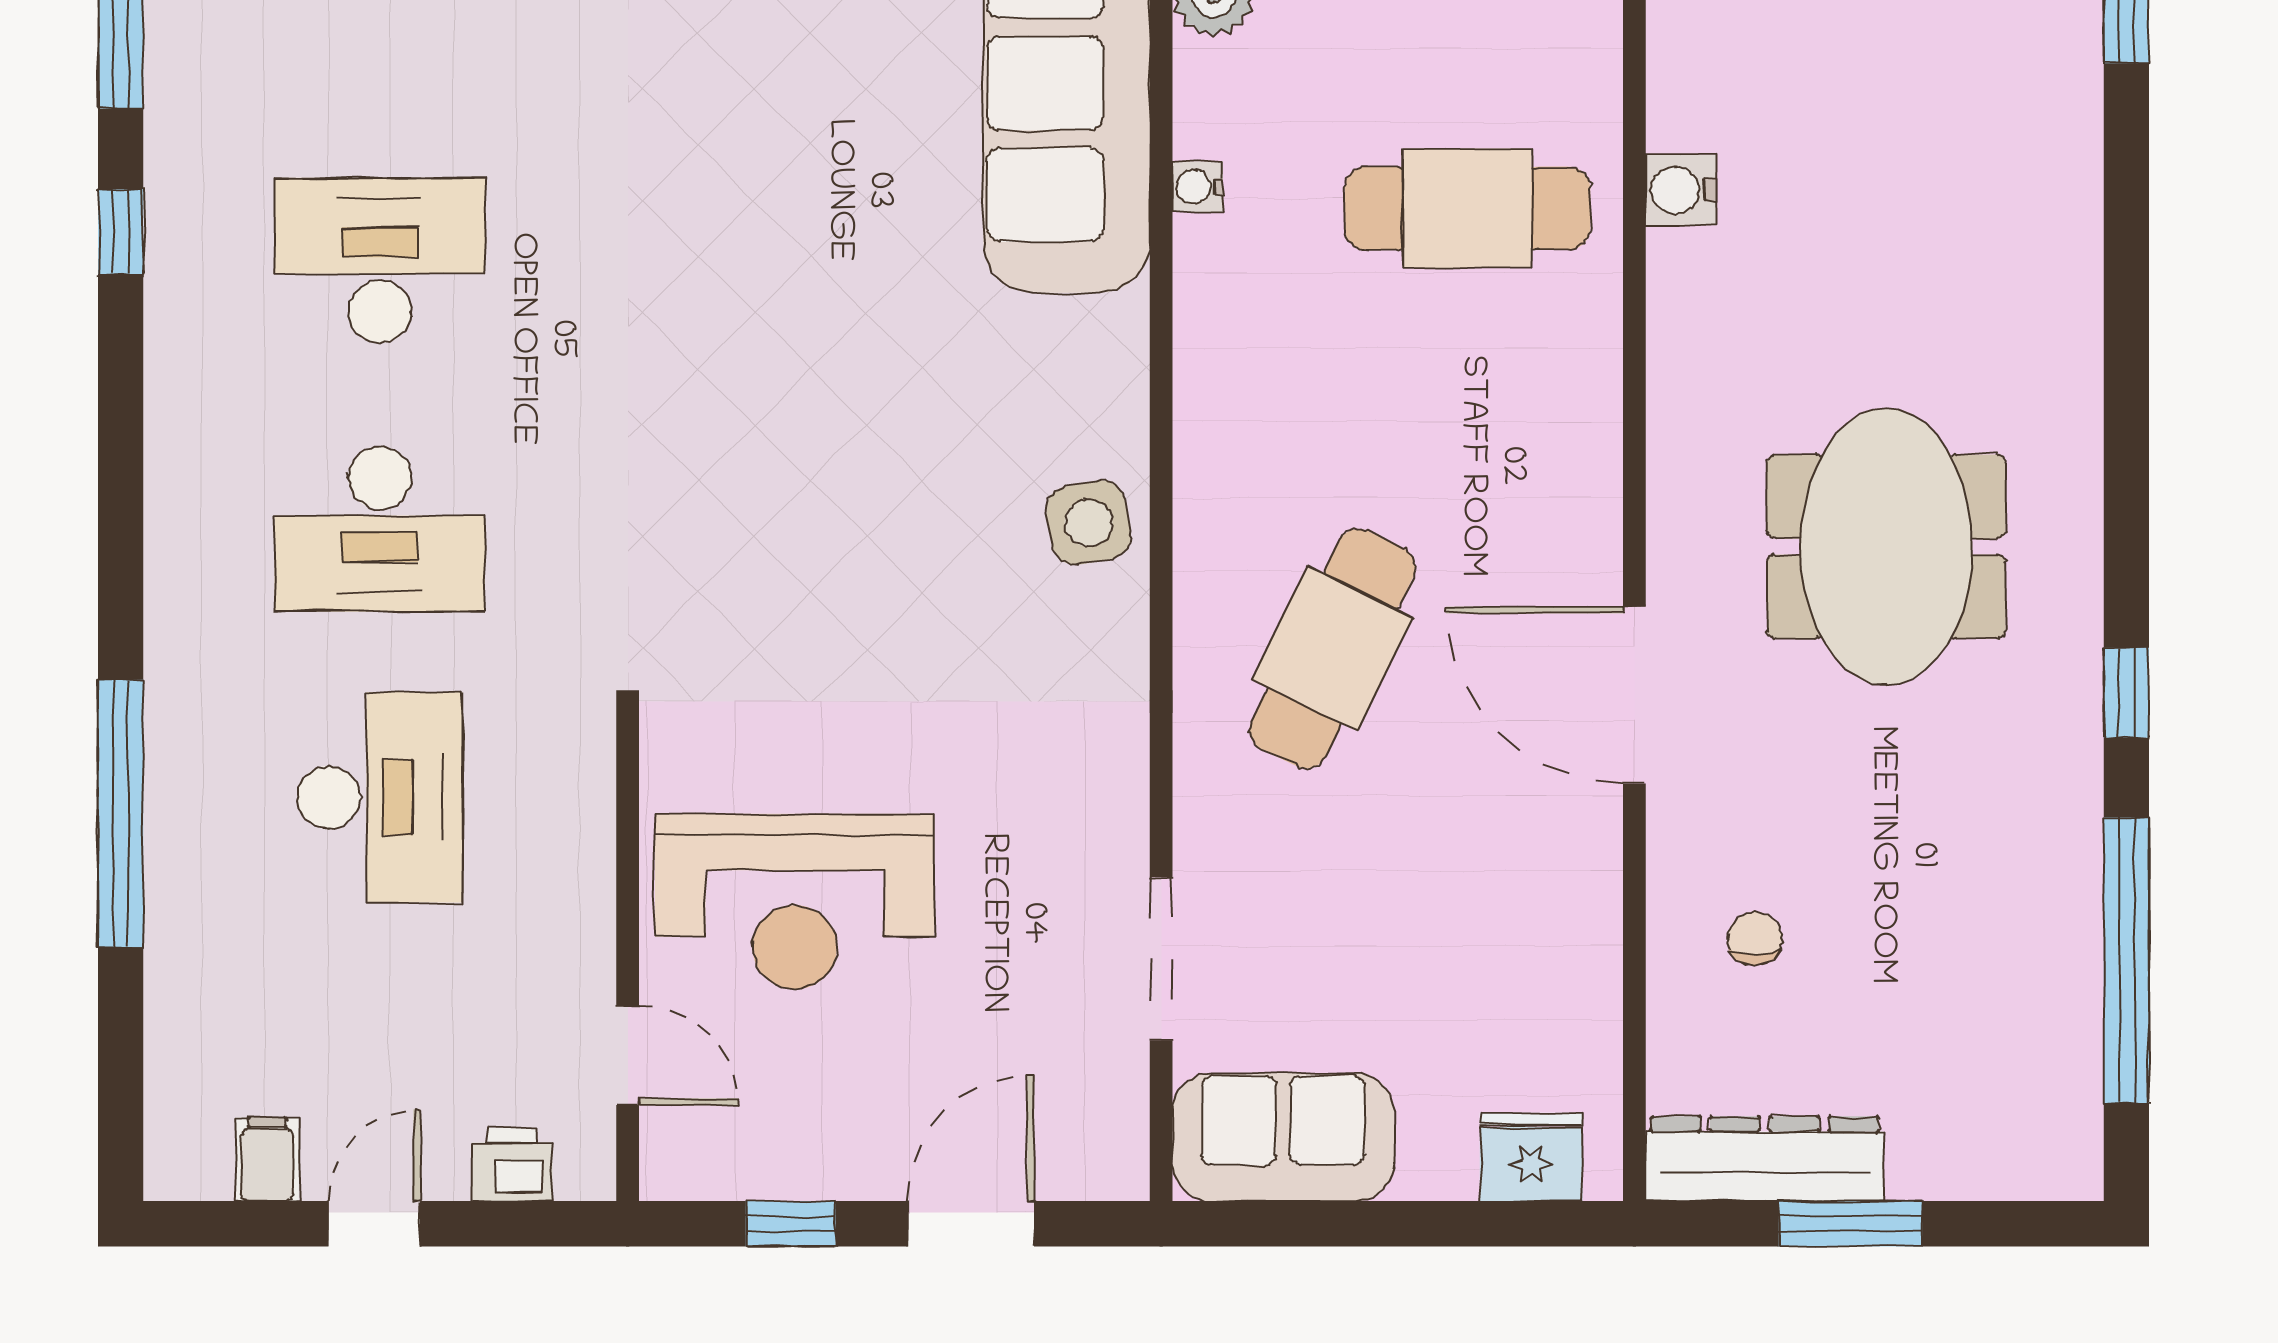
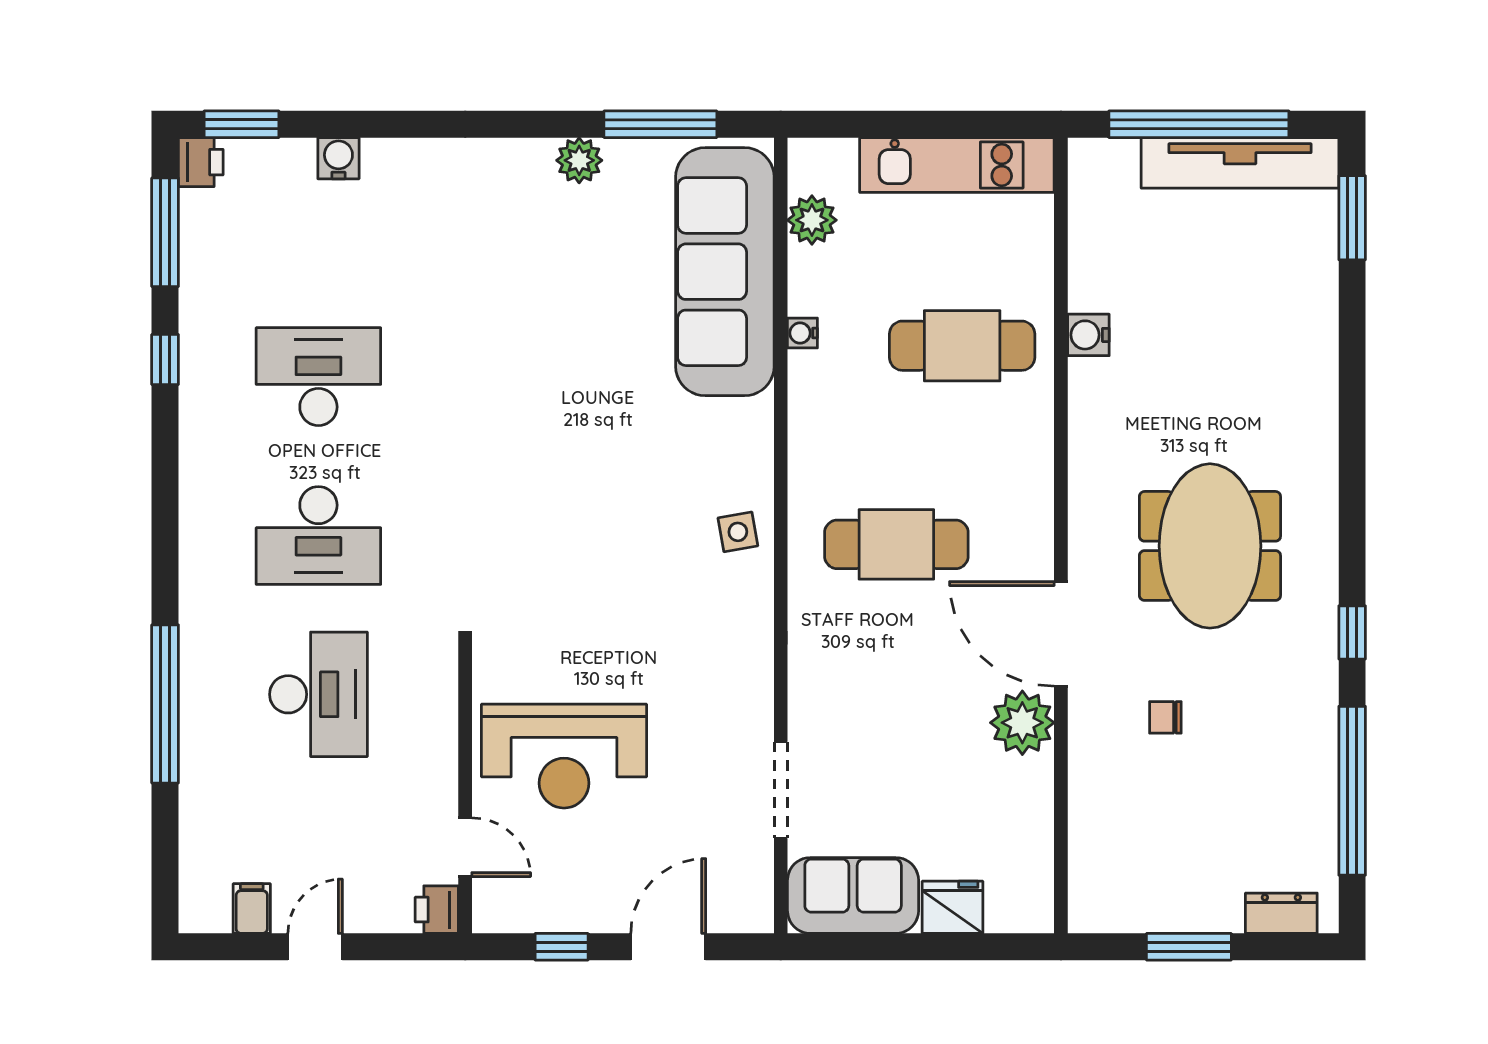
side table: (1089, 523) -> (738, 532), width x0.73, depth x0.73
cafe table: (1332, 649) -> (896, 544), moved, turned 64
plant: (1569, 845) -> (1022, 723), added
chair: (1755, 939) -> (1165, 717), moved, turned -90
fridge: (1531, 1157) -> (952, 907), moved
dresser: (1765, 1159) -> (1281, 913), moved, width x0.51, depth x0.80
printer: (512, 1165) -> (437, 910), moved, turned -90

